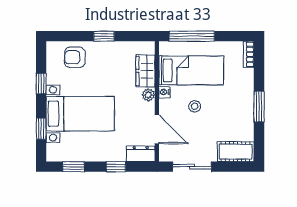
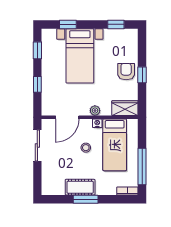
window: (192, 36) -> (142, 166), moved
armchair: (75, 57) -> (126, 72), moved
wardrobe: (145, 71) -> (125, 108), moved
window: (41, 83) -> (116, 24), moved
cot: (236, 152) -> (80, 187), moved, turned 90
dresser: (141, 154) -> (48, 104), removed

